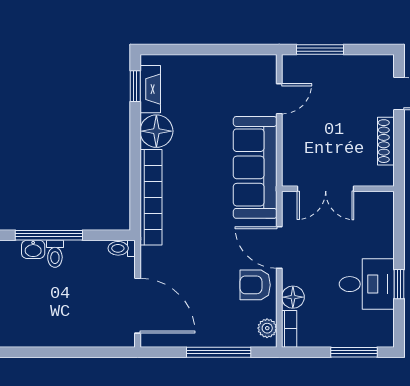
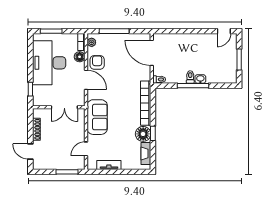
tv unit: (230, 64) -> (109, 165), added
window: (135, 86) -> (153, 133), moved
sofa: (255, 167) -> (97, 117), width x0.73
double door: (326, 189) -> (64, 107), swing flipped
desk: (367, 284) -> (49, 63), width x1.87, depth x1.30
window: (399, 284) -> (30, 89), moved
armchair: (255, 285) -> (97, 62), turned -90

